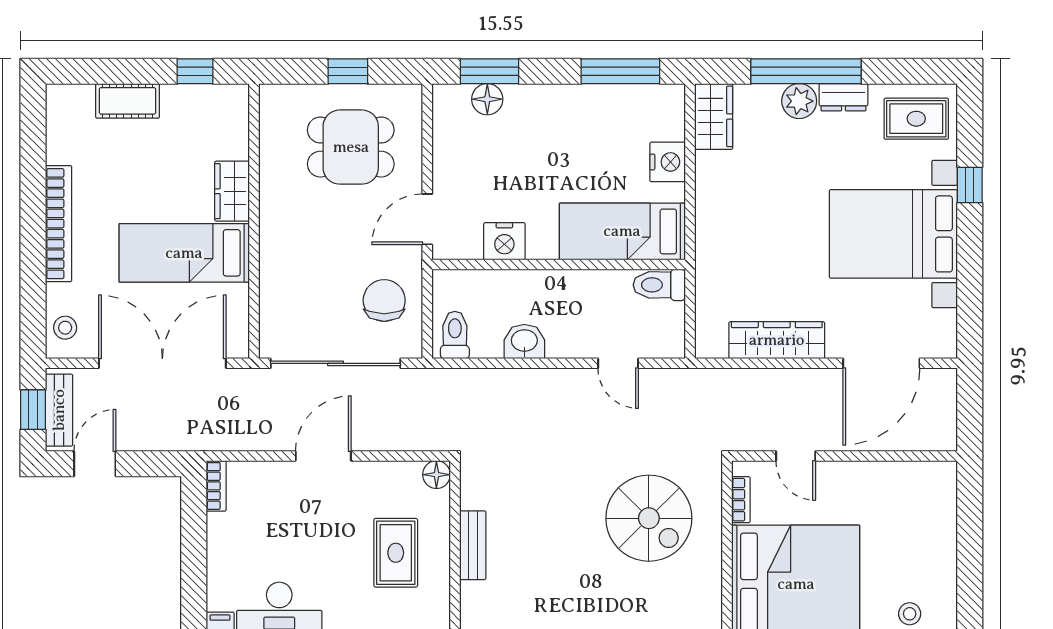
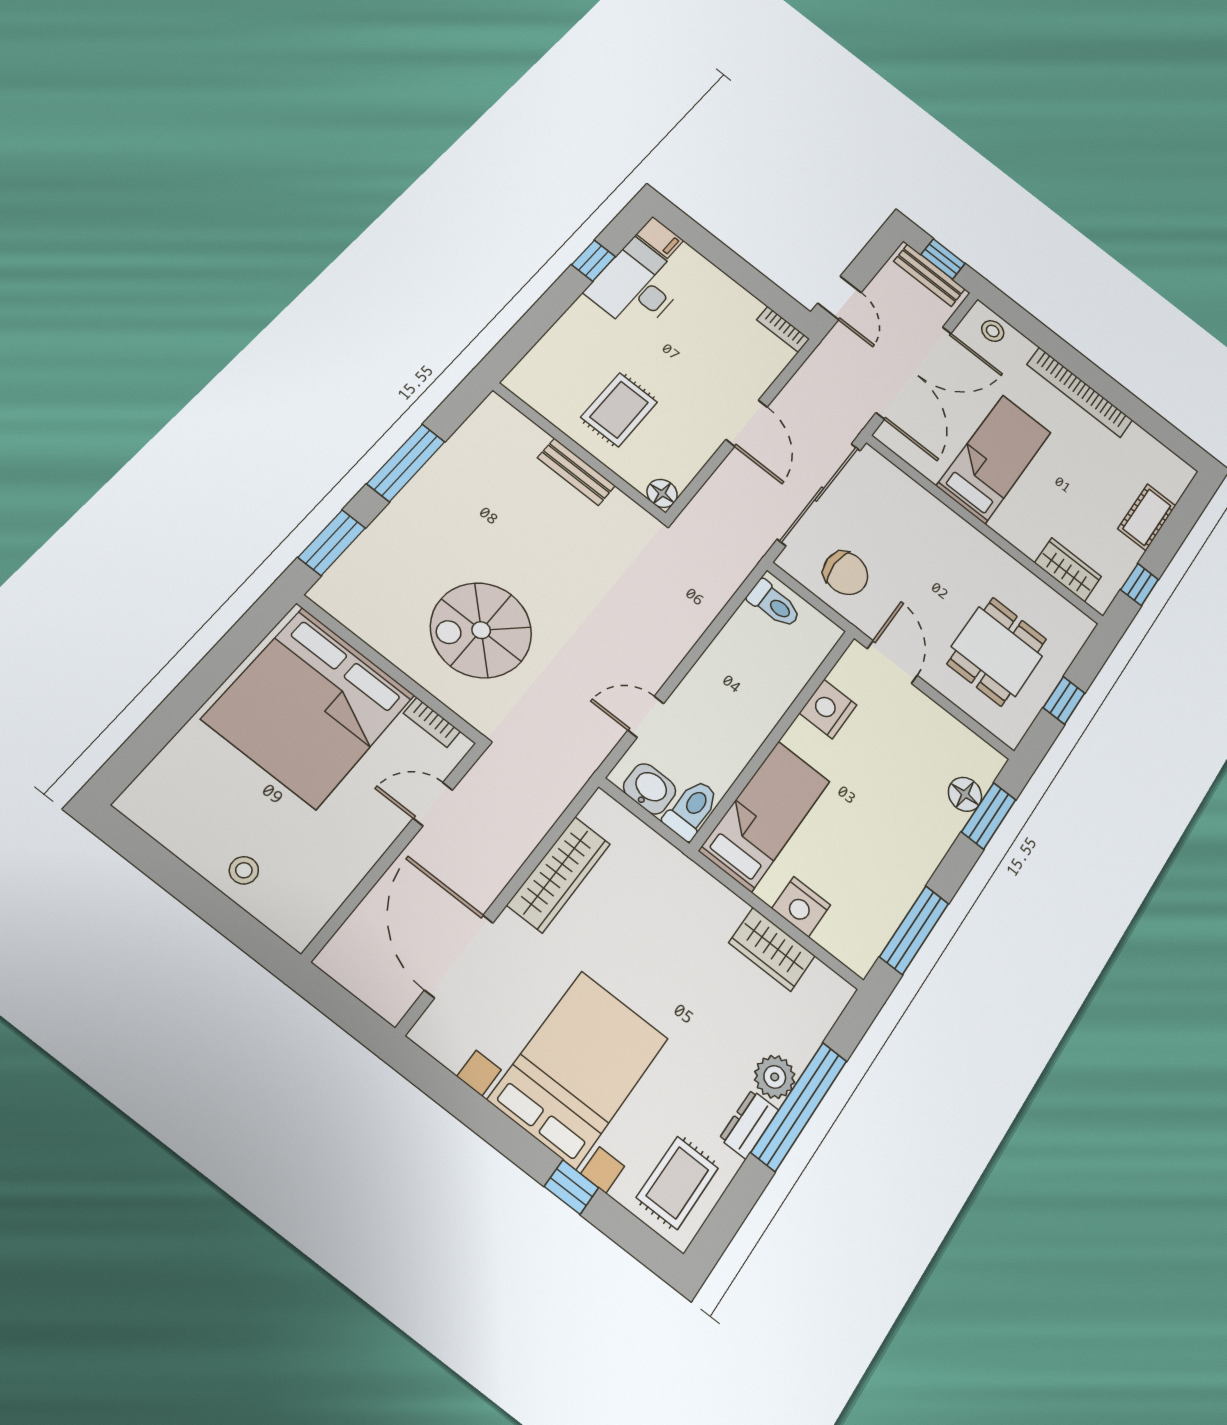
wardrobe: (714, 116) -> (772, 949), moved
wardrobe: (232, 191) -> (1068, 570), moved
washbasin: (524, 342) -> (650, 789), moved, turned -90
door: (95, 464) -> (839, 298), moved
rug: (396, 553) -> (619, 410), turned 90
stool: (910, 614) -> (244, 870), moved

